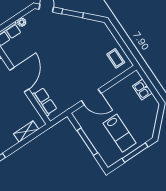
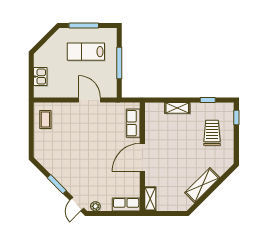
plant: (22, 22) -> (95, 206), moved
shelving: (26, 131) -> (177, 108), moved
lab bench: (120, 133) -> (86, 52), turned -90

